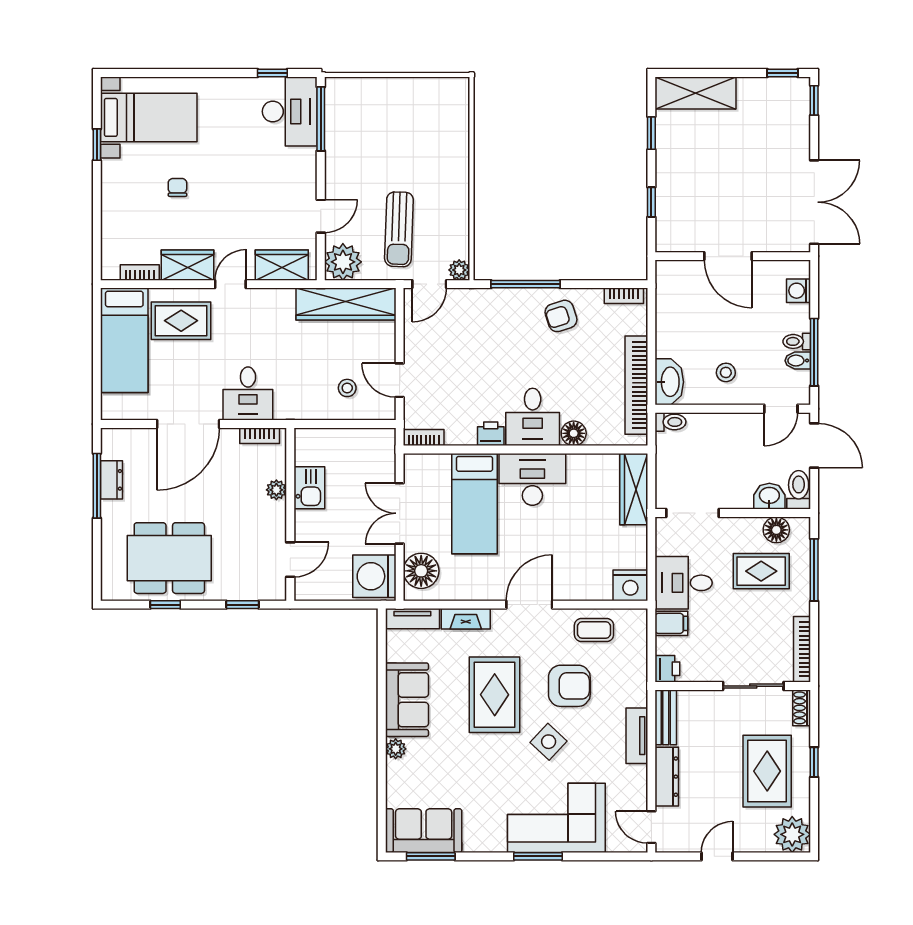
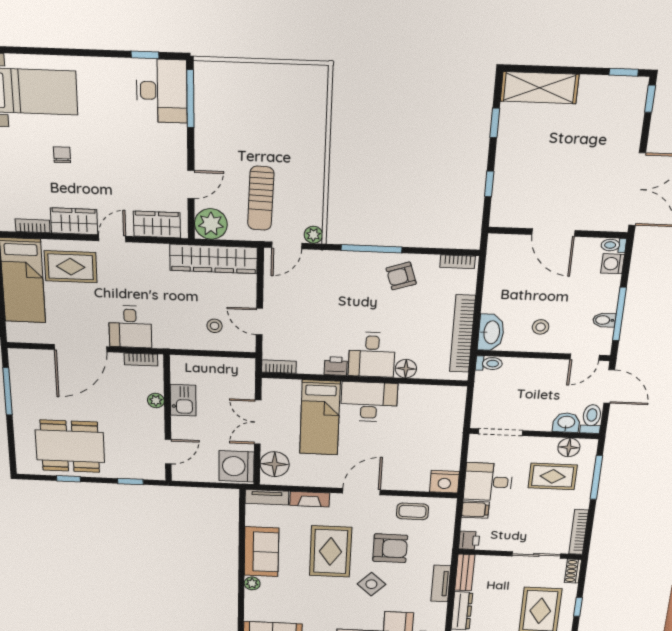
toilet: (797, 341) -> (614, 245), moved
dresser: (112, 480) -> (19, 387), removed
wardrobe: (634, 489) -> (453, 413), removed

